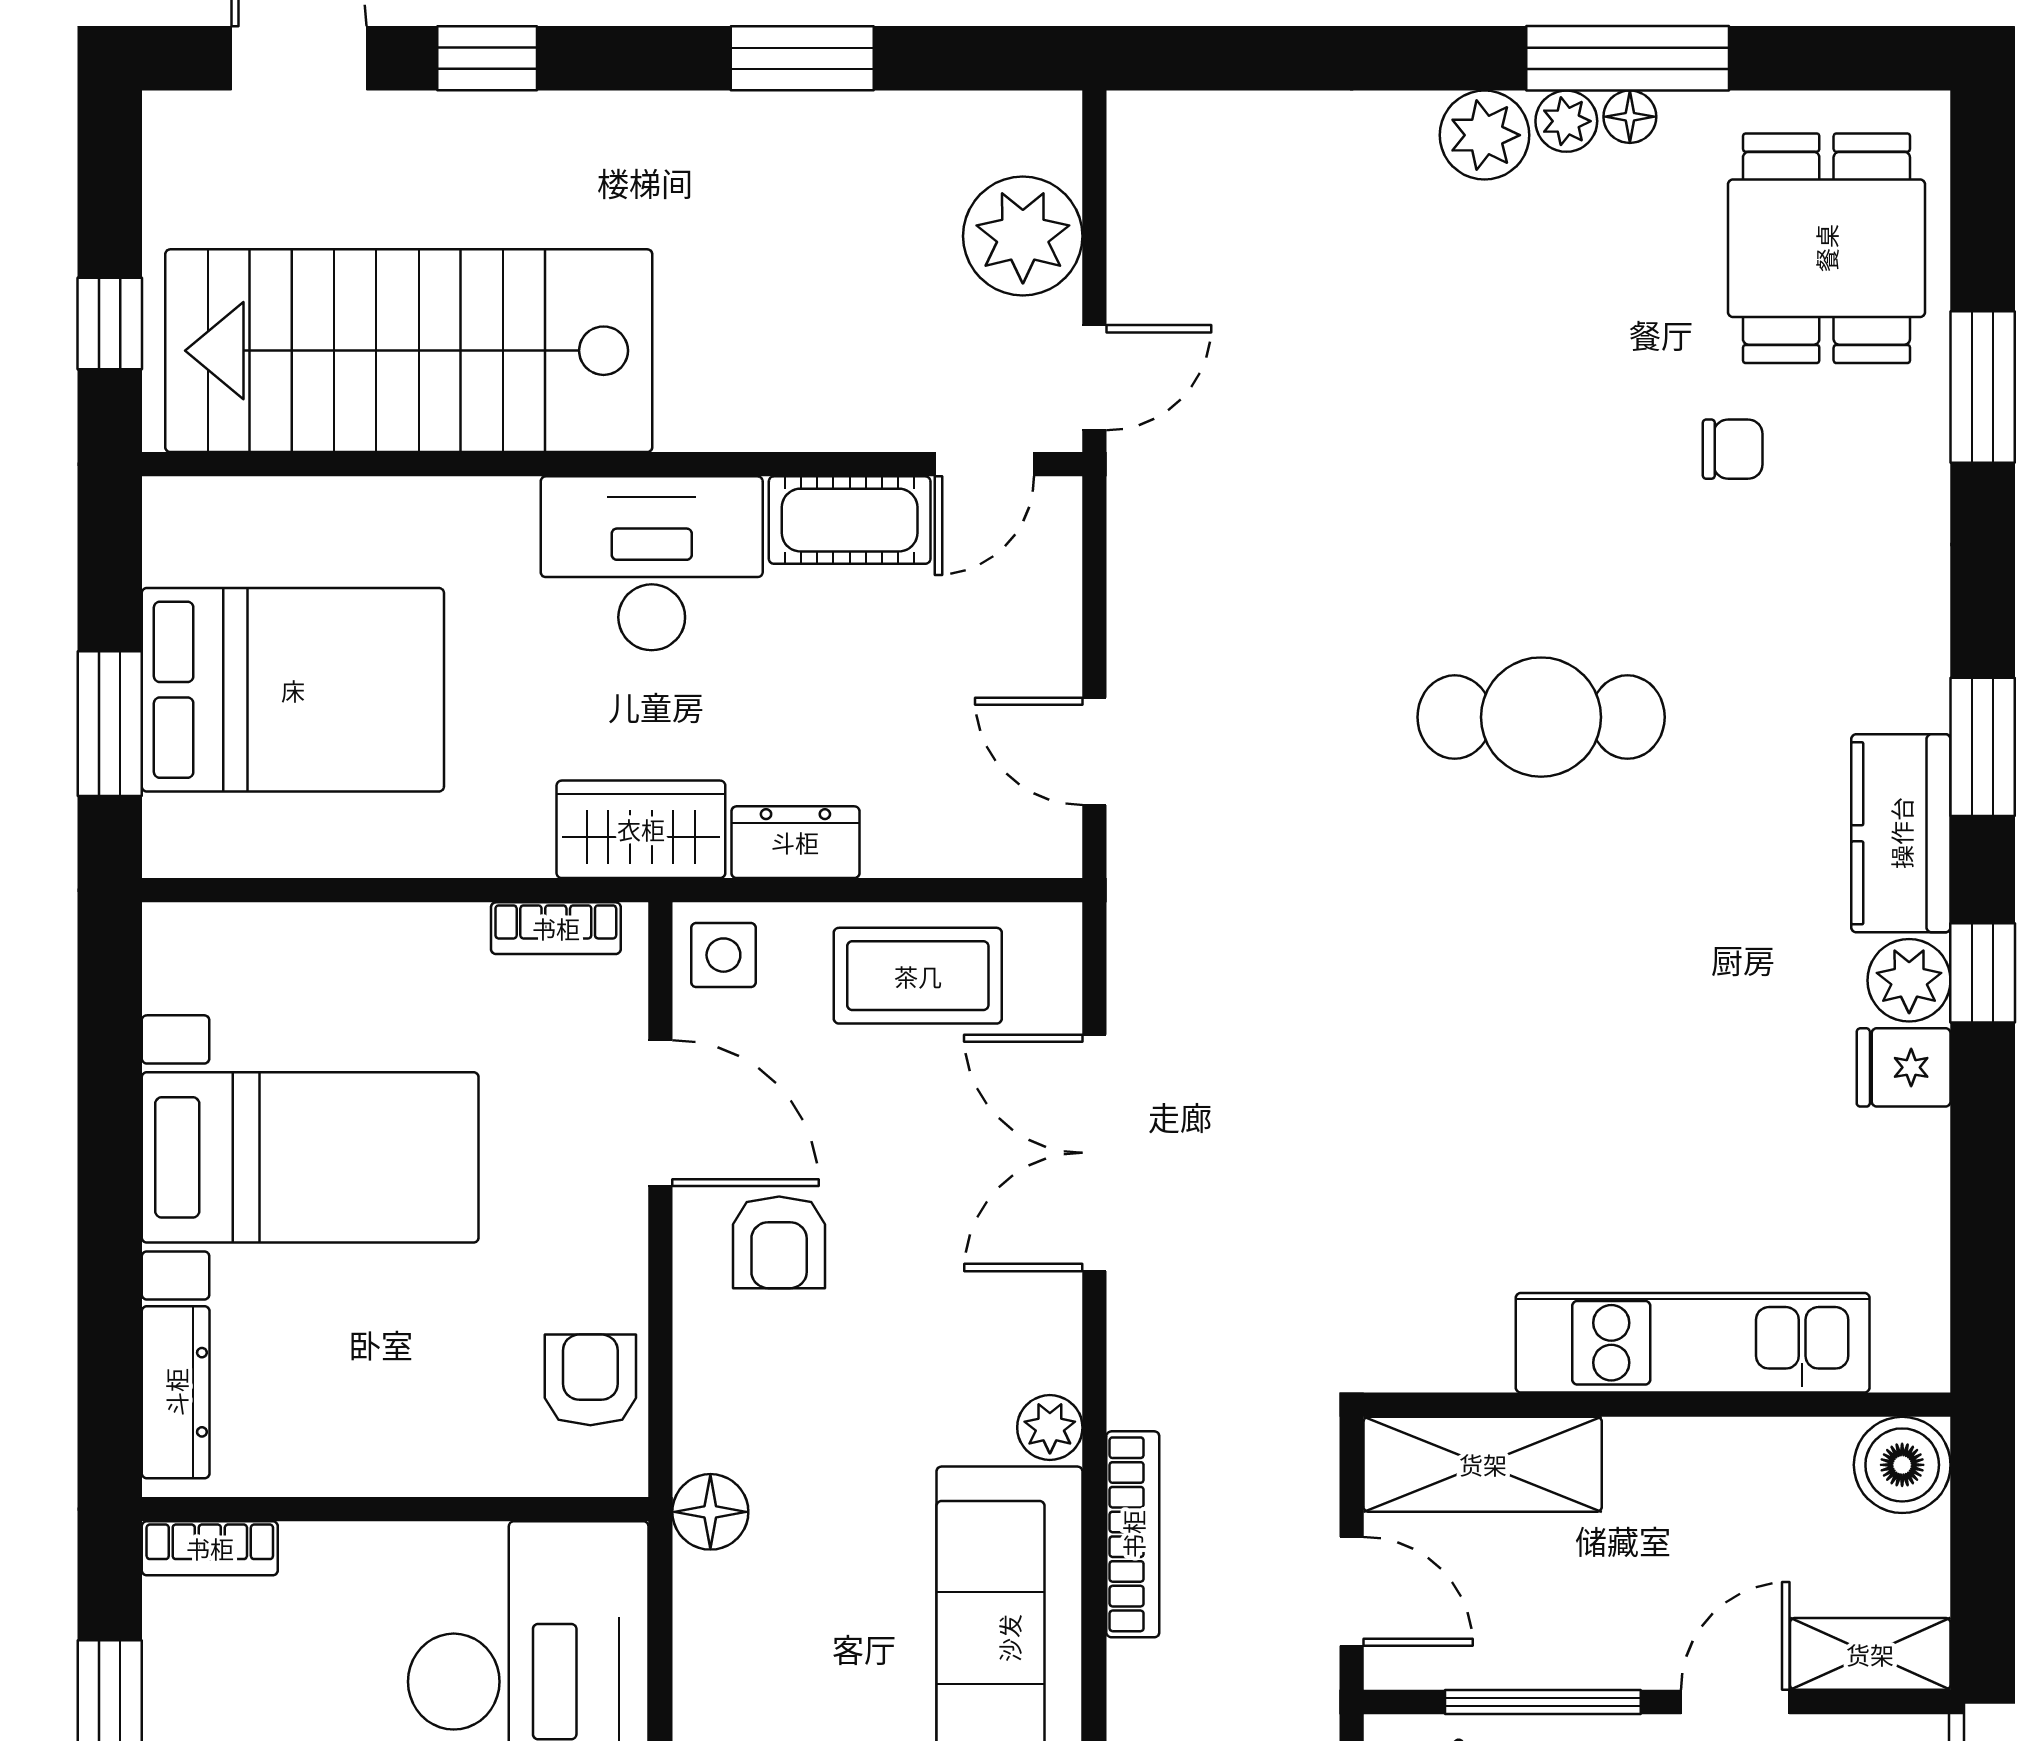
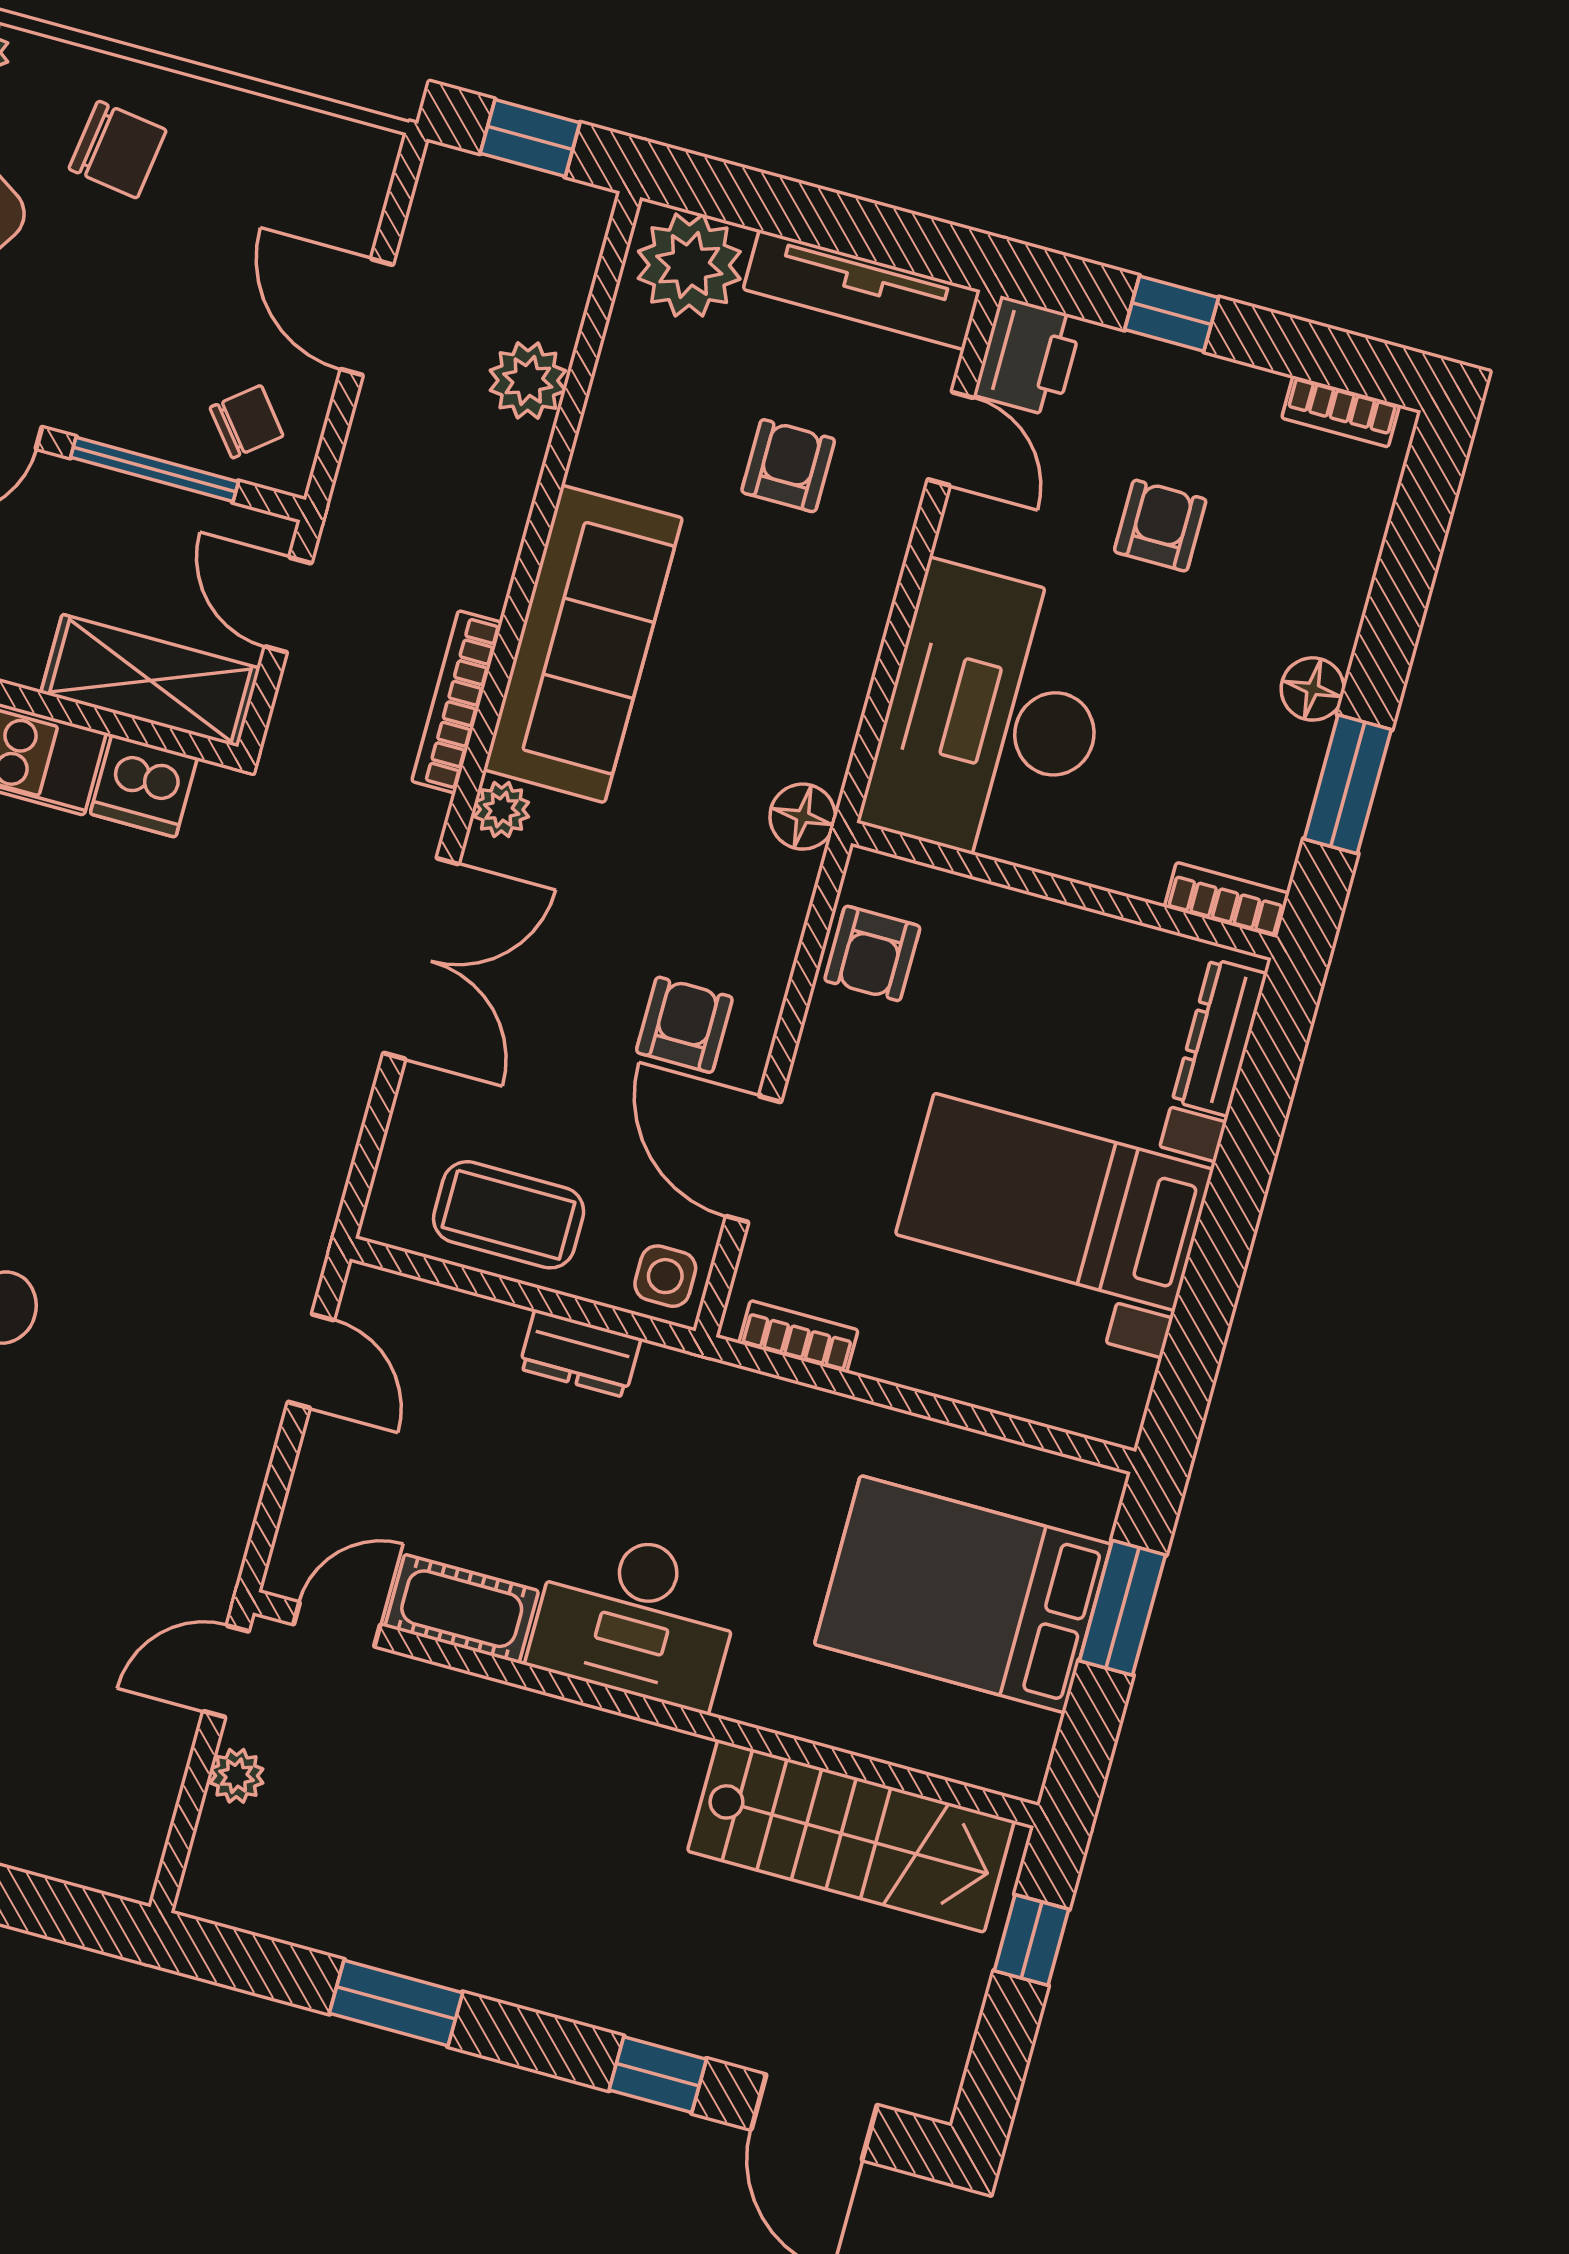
plant: (1023, 236) -> (237, 1776), width x0.53, depth x0.53
stairs: (409, 351) -> (851, 1836), width x0.73, depth x0.66
wardrobe: (641, 829) -> (705, 1399), removed
double door: (1094, 1153) -> (421, 959), moved
dishwasher: (1458, 1344) -> (144, 786), added

